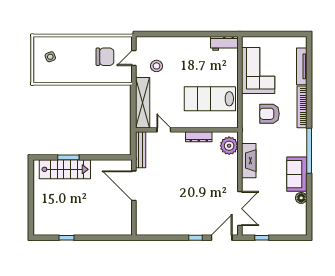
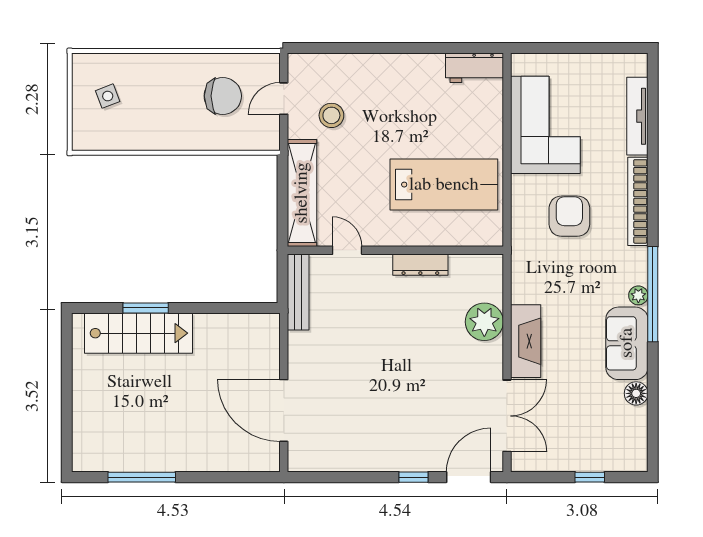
lab bench: (210, 99) -> (444, 185), turned 180
armchair: (269, 114) -> (569, 216), turned 90
plant: (229, 146) -> (484, 322), moved
plant: (302, 151) -> (638, 295), added
fireplace: (249, 161) -> (526, 341), moved
door: (134, 186) -> (284, 410), moved
window: (66, 238) -> (142, 477), width x2.17
window: (262, 238) -> (590, 477), moved

